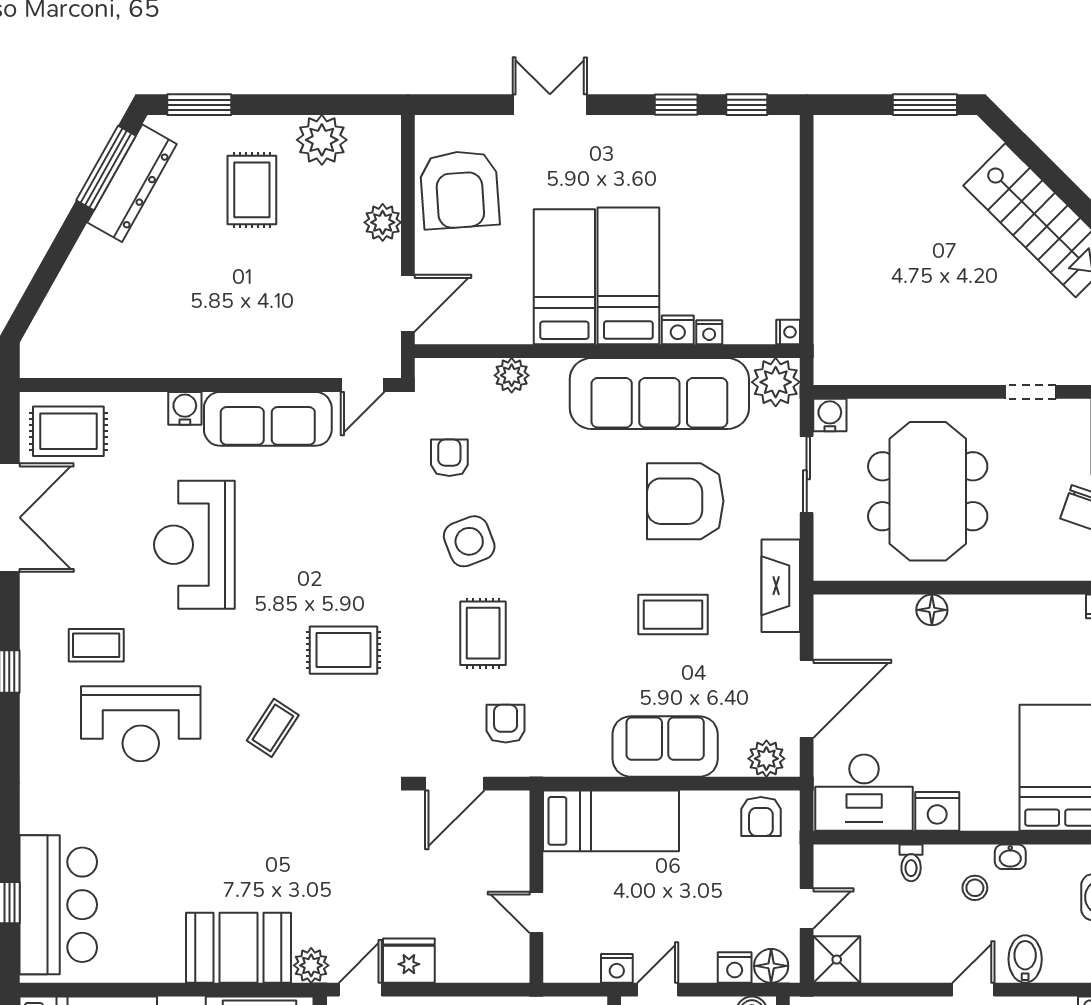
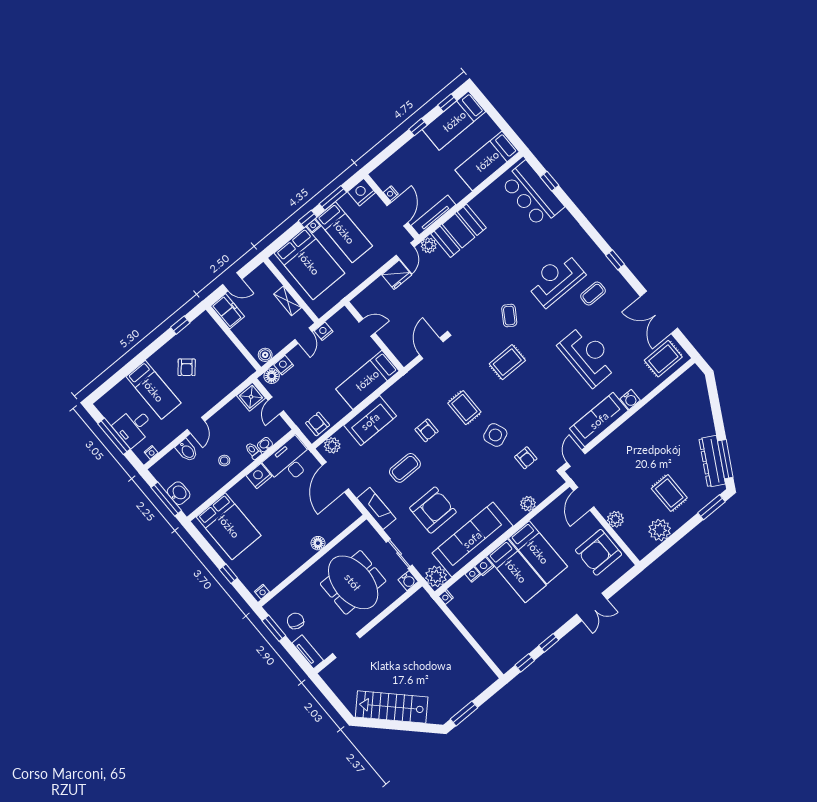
armchair: (460, 189) -> (599, 552), turned -86
doorway: (1031, 392) -> (346, 646), width x1.38
armchair: (506, 724) -> (427, 430), moved
washbasin: (1010, 857) -> (265, 445), moved

